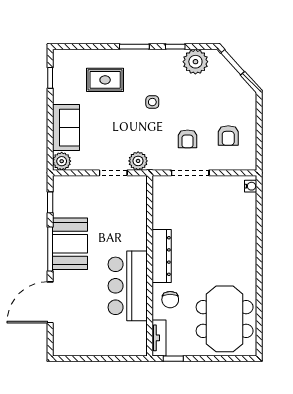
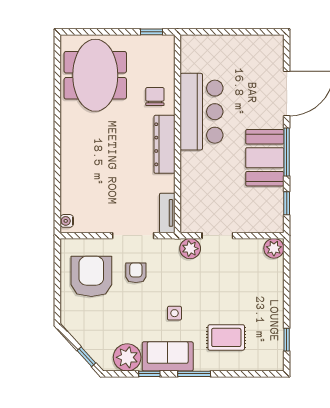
window: (233, 62) -> (86, 357), width x0.67
sofa: (66, 128) -> (168, 356), moved, turned 90
armchair: (228, 136) -> (91, 276), width x1.88, depth x1.88
tv unit: (159, 338) -> (167, 213), moved

